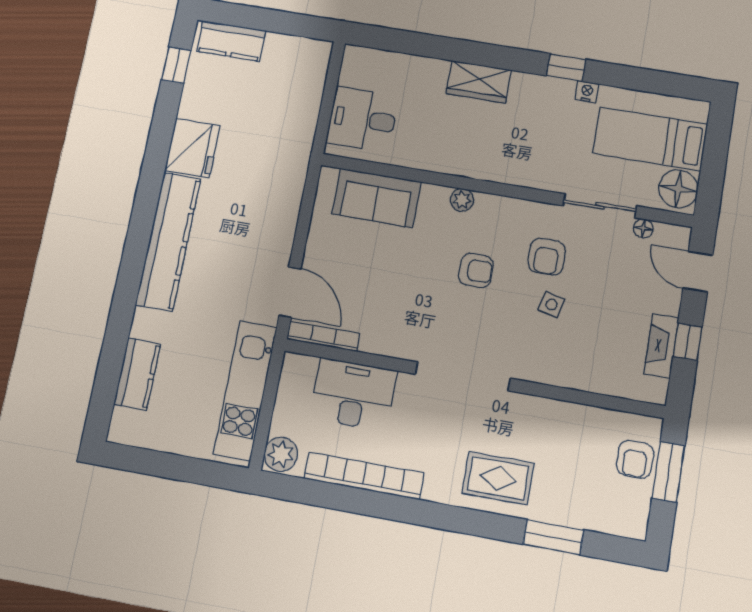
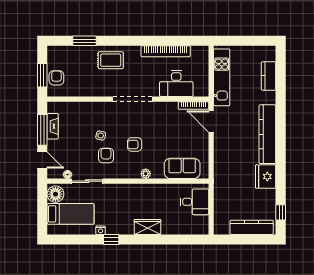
kitchen counter: (231, 41) -> (252, 227), width x1.50
window: (688, 342) -> (42, 130), width x2.17
plant: (281, 454) -> (202, 54), removed

